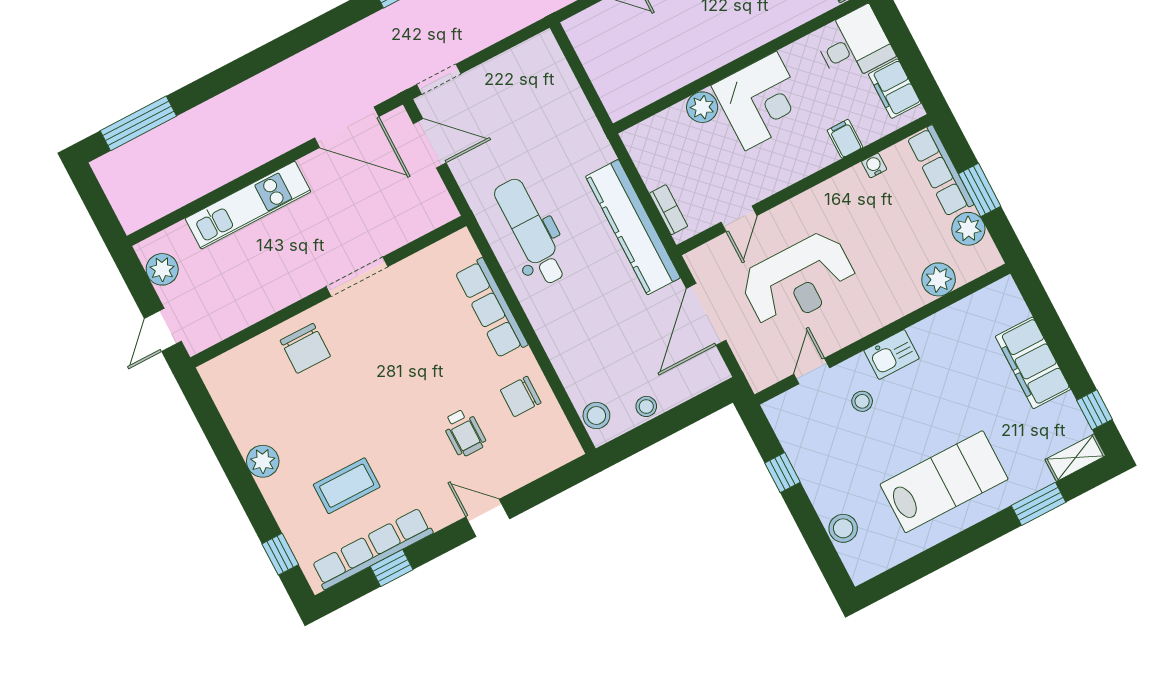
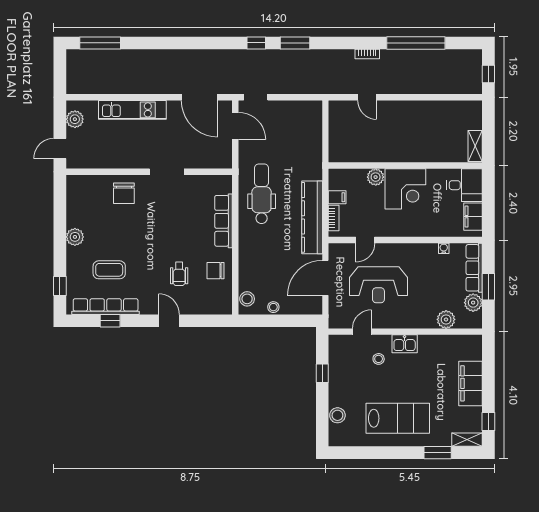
filing cabinet: (845, 139) -> (337, 197), moved, turned 90

